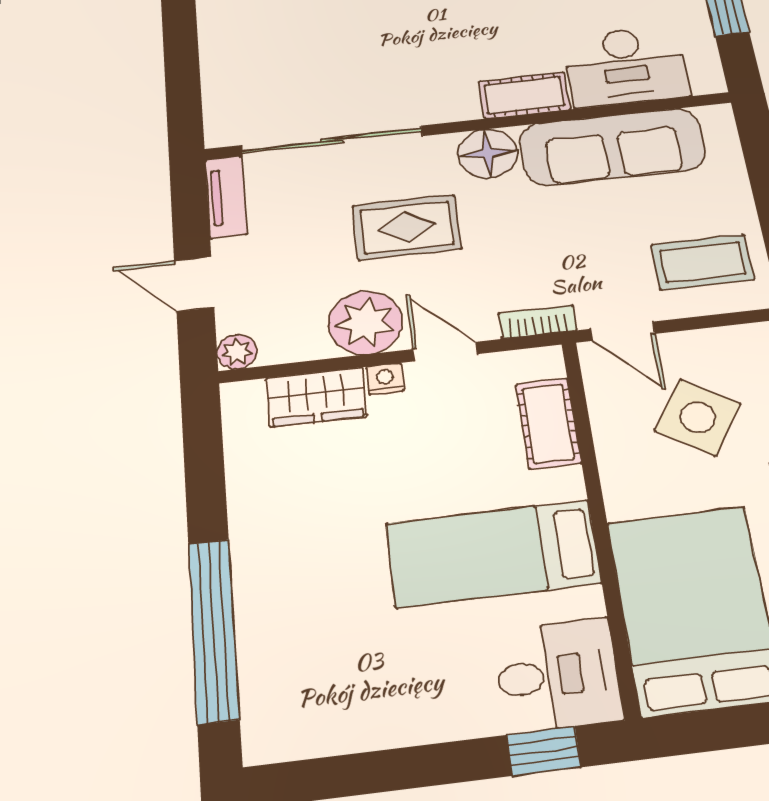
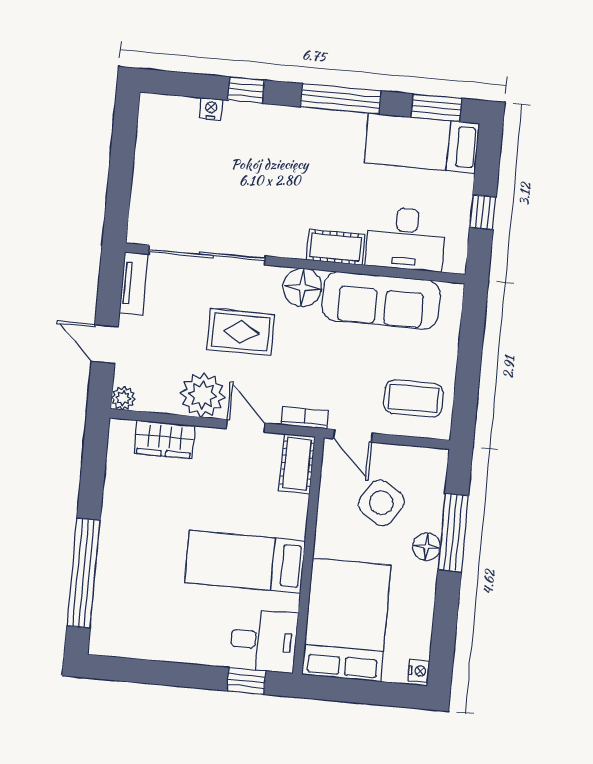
nightstand: (385, 379) -> (207, 436), removed
cot: (548, 423) -> (297, 464), moved

